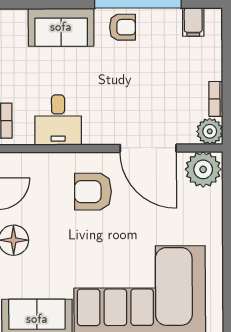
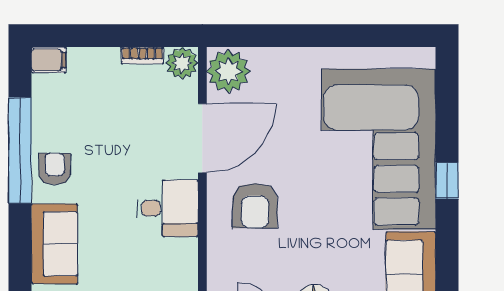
filing cabinet: (193, 22) -> (49, 60), moved
desk: (58, 120) -> (168, 208), moved

